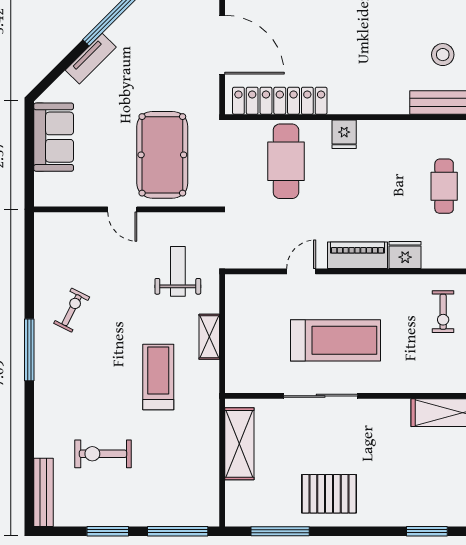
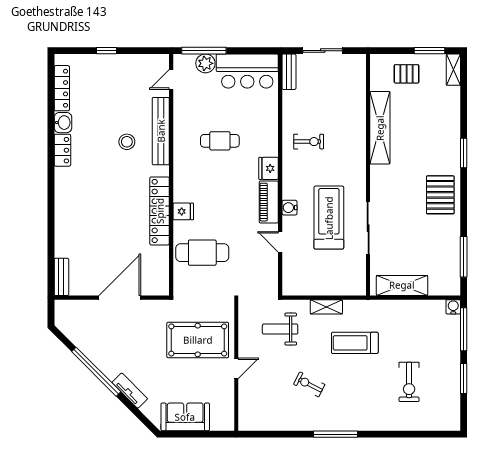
locker: (280, 101) -> (160, 211), moved
water cooler: (350, 285) -> (289, 208), added
exercise bike: (72, 310) -> (309, 384), moved
bench: (43, 492) -> (436, 424), removed
pallet: (329, 494) -> (440, 195), moved
water cooler: (209, 516) -> (453, 307), added

